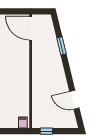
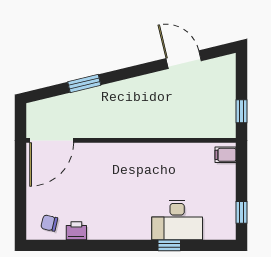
door: (74, 100) -> (184, 60), swing flipped

